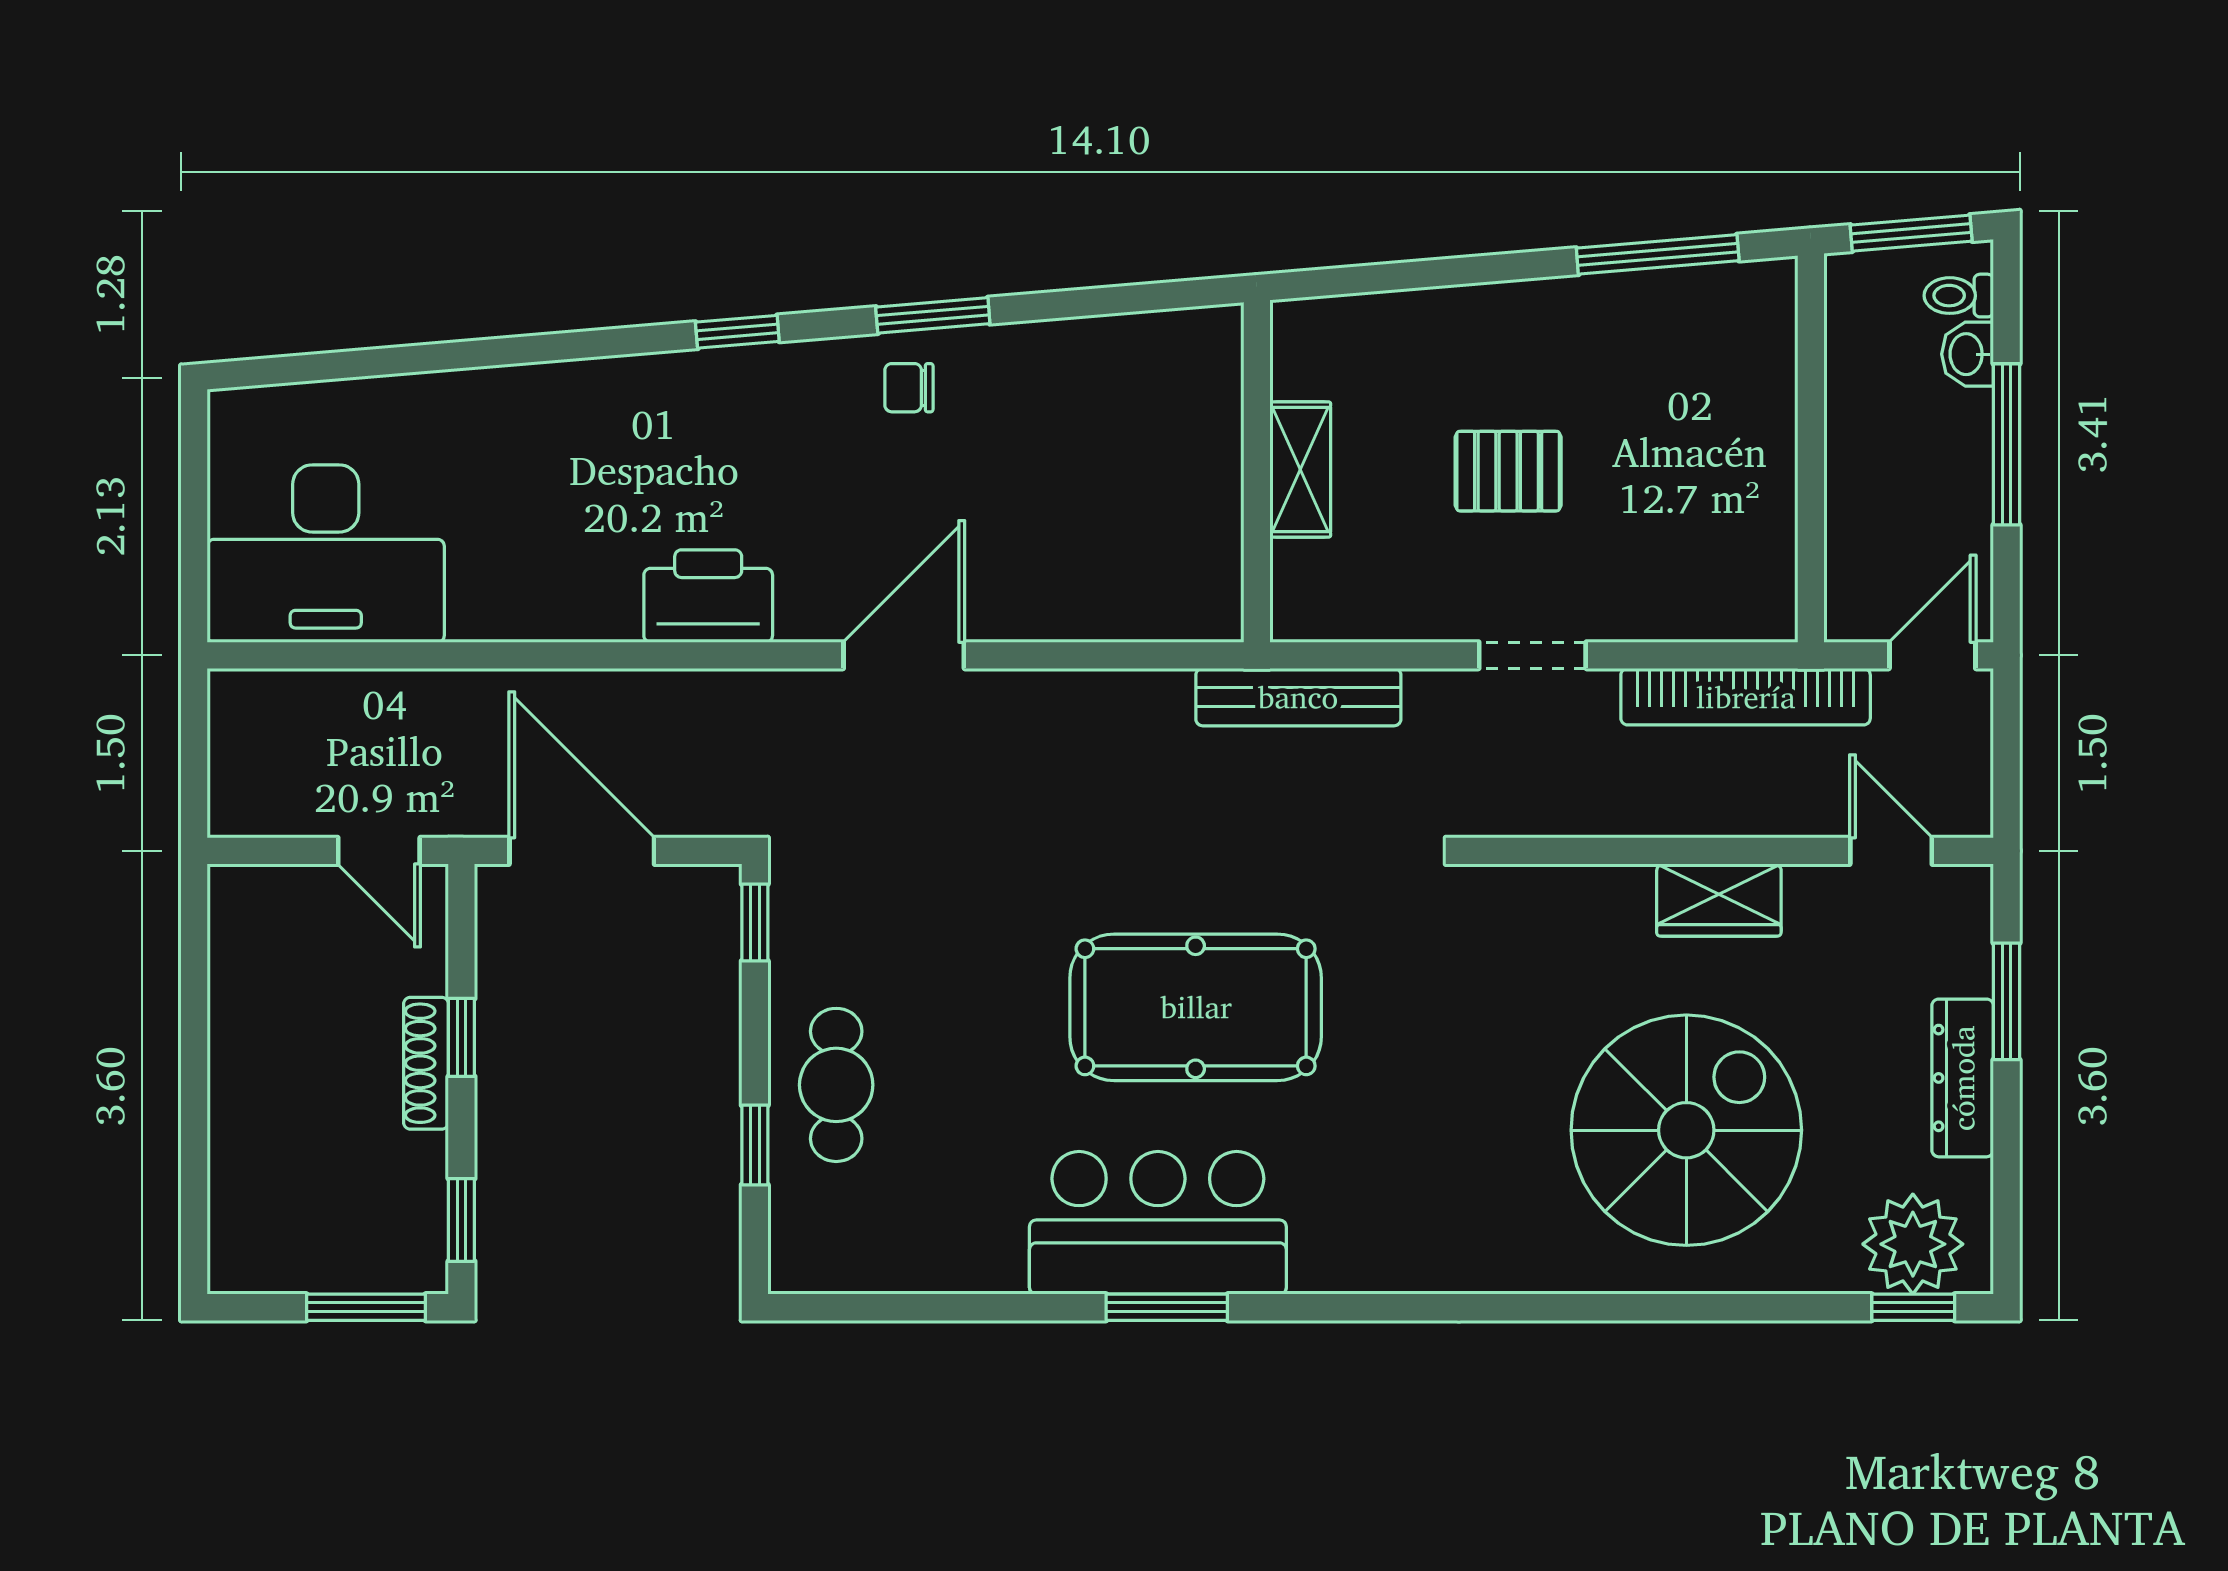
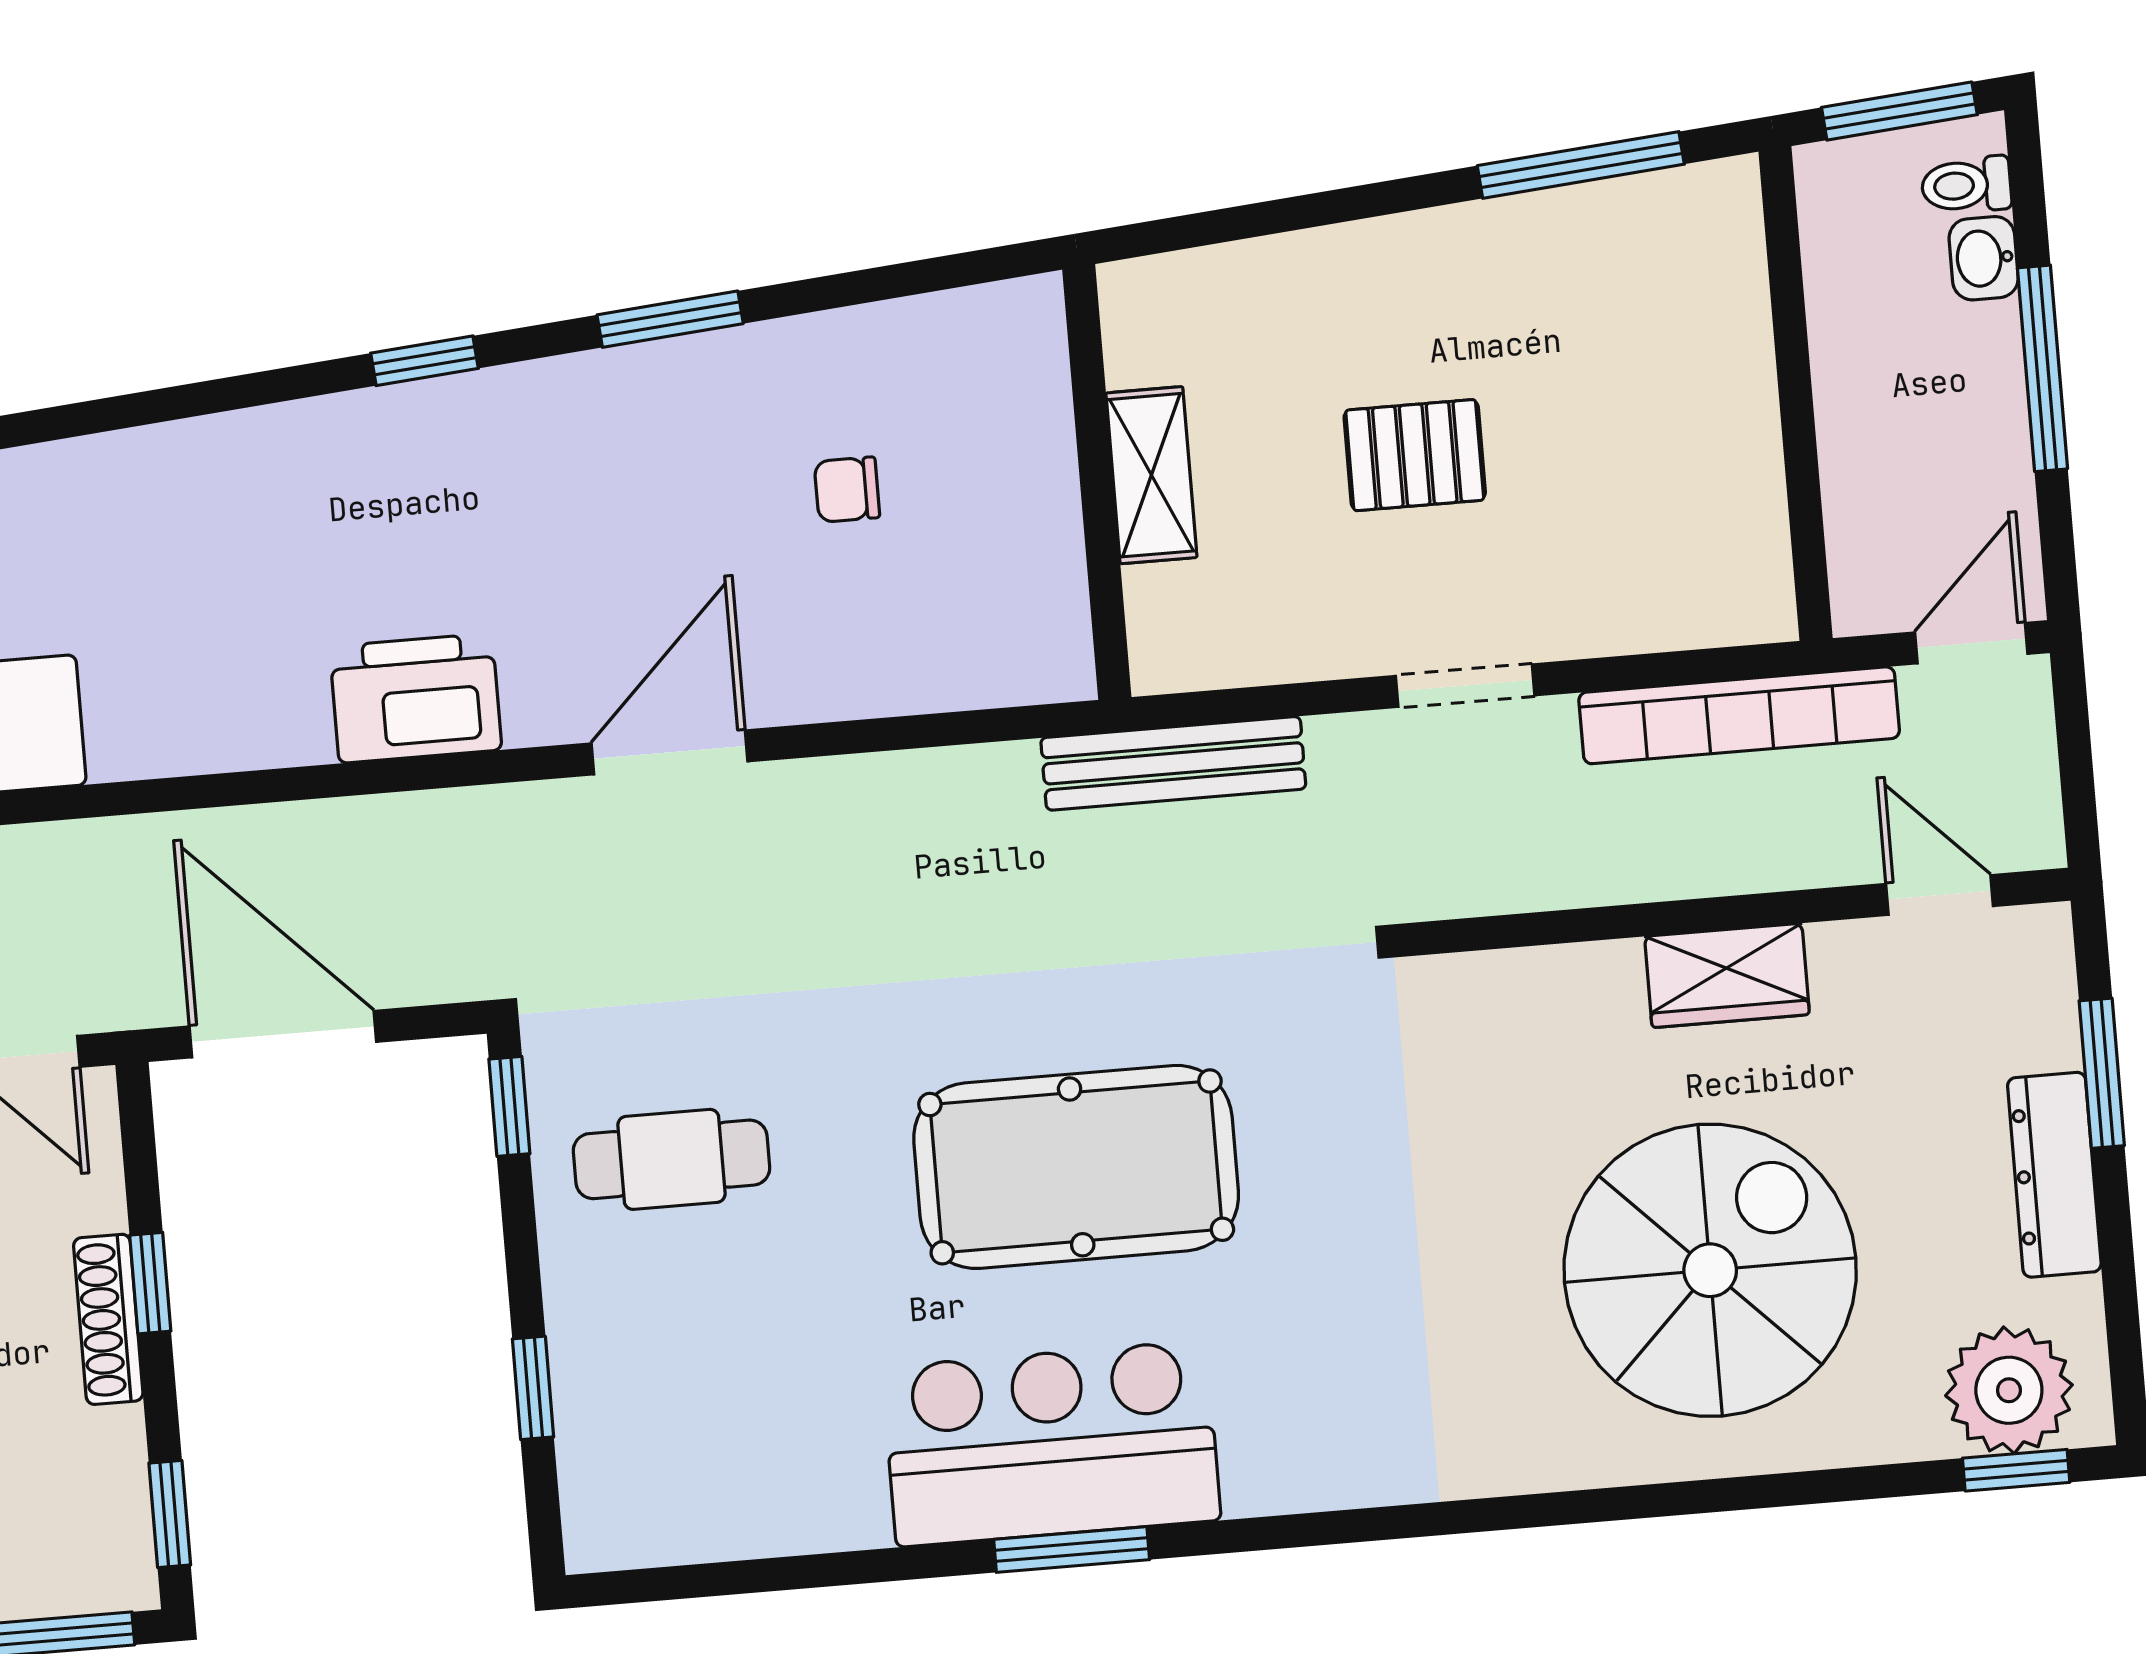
chair: (909, 388) -> (847, 490), moved
cafe table: (836, 1085) -> (671, 1159), moved, turned 90

